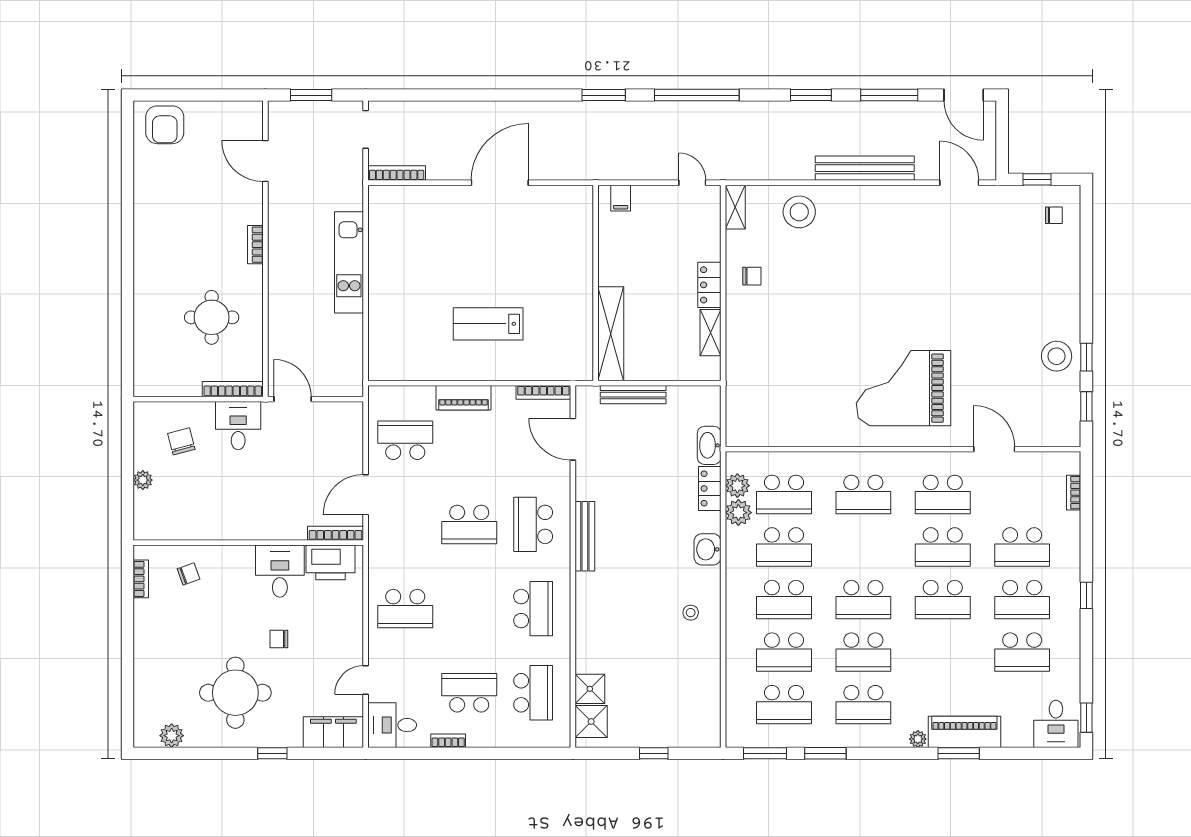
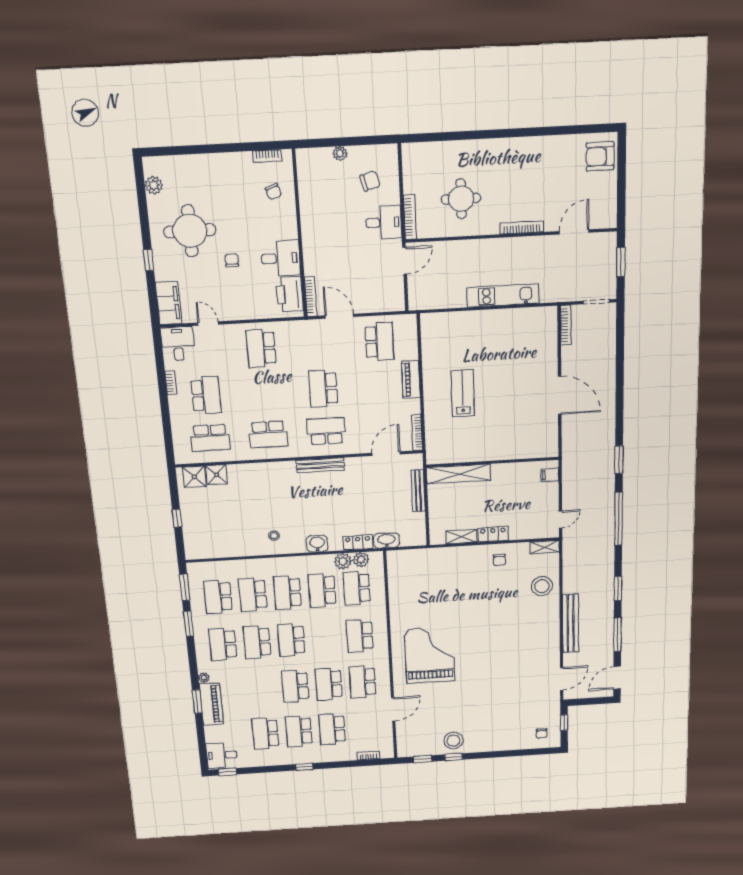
bookcase: (255, 245) -> (522, 227), width x1.56

